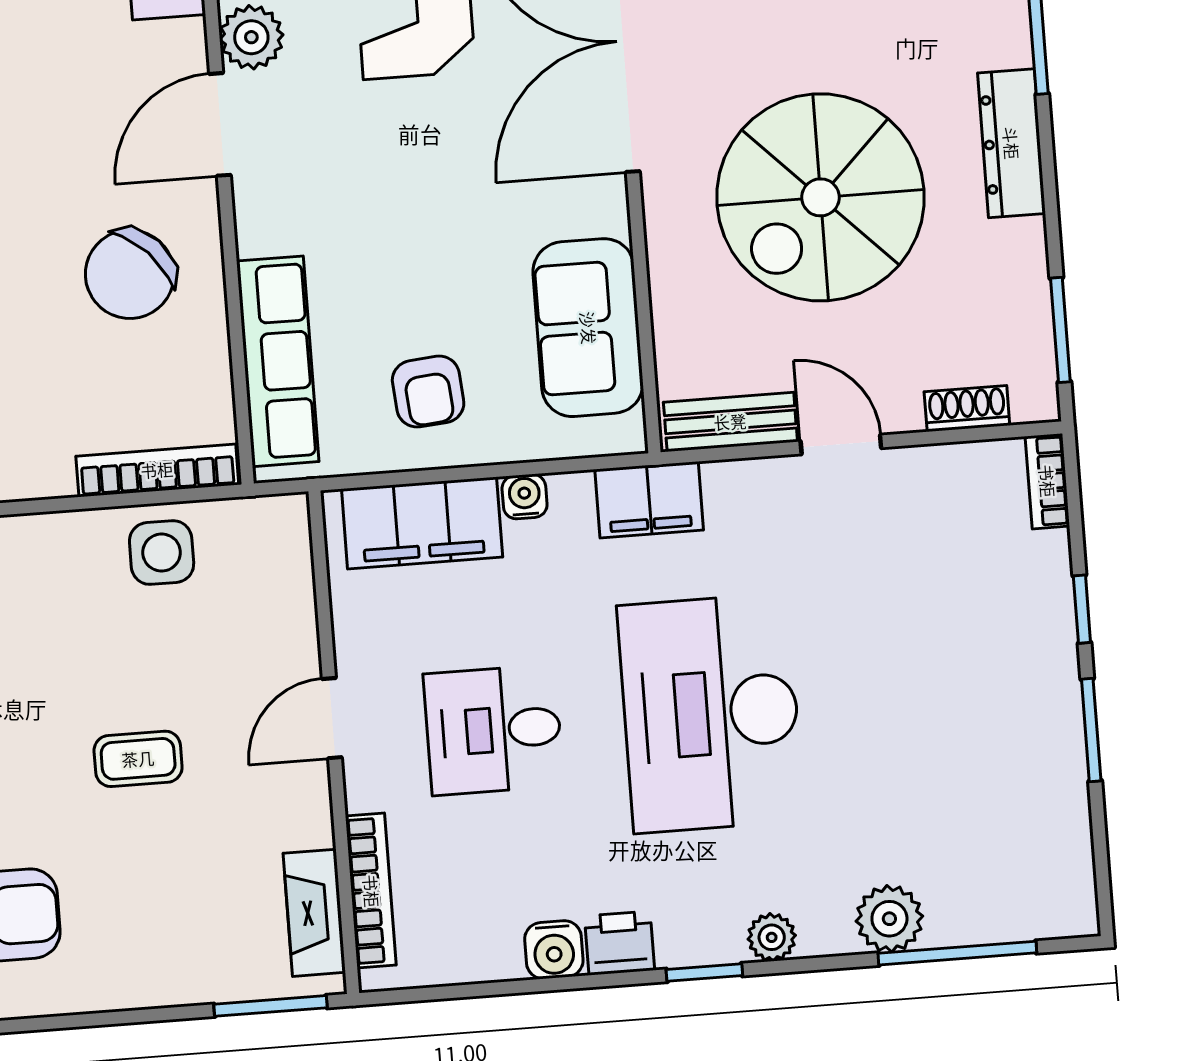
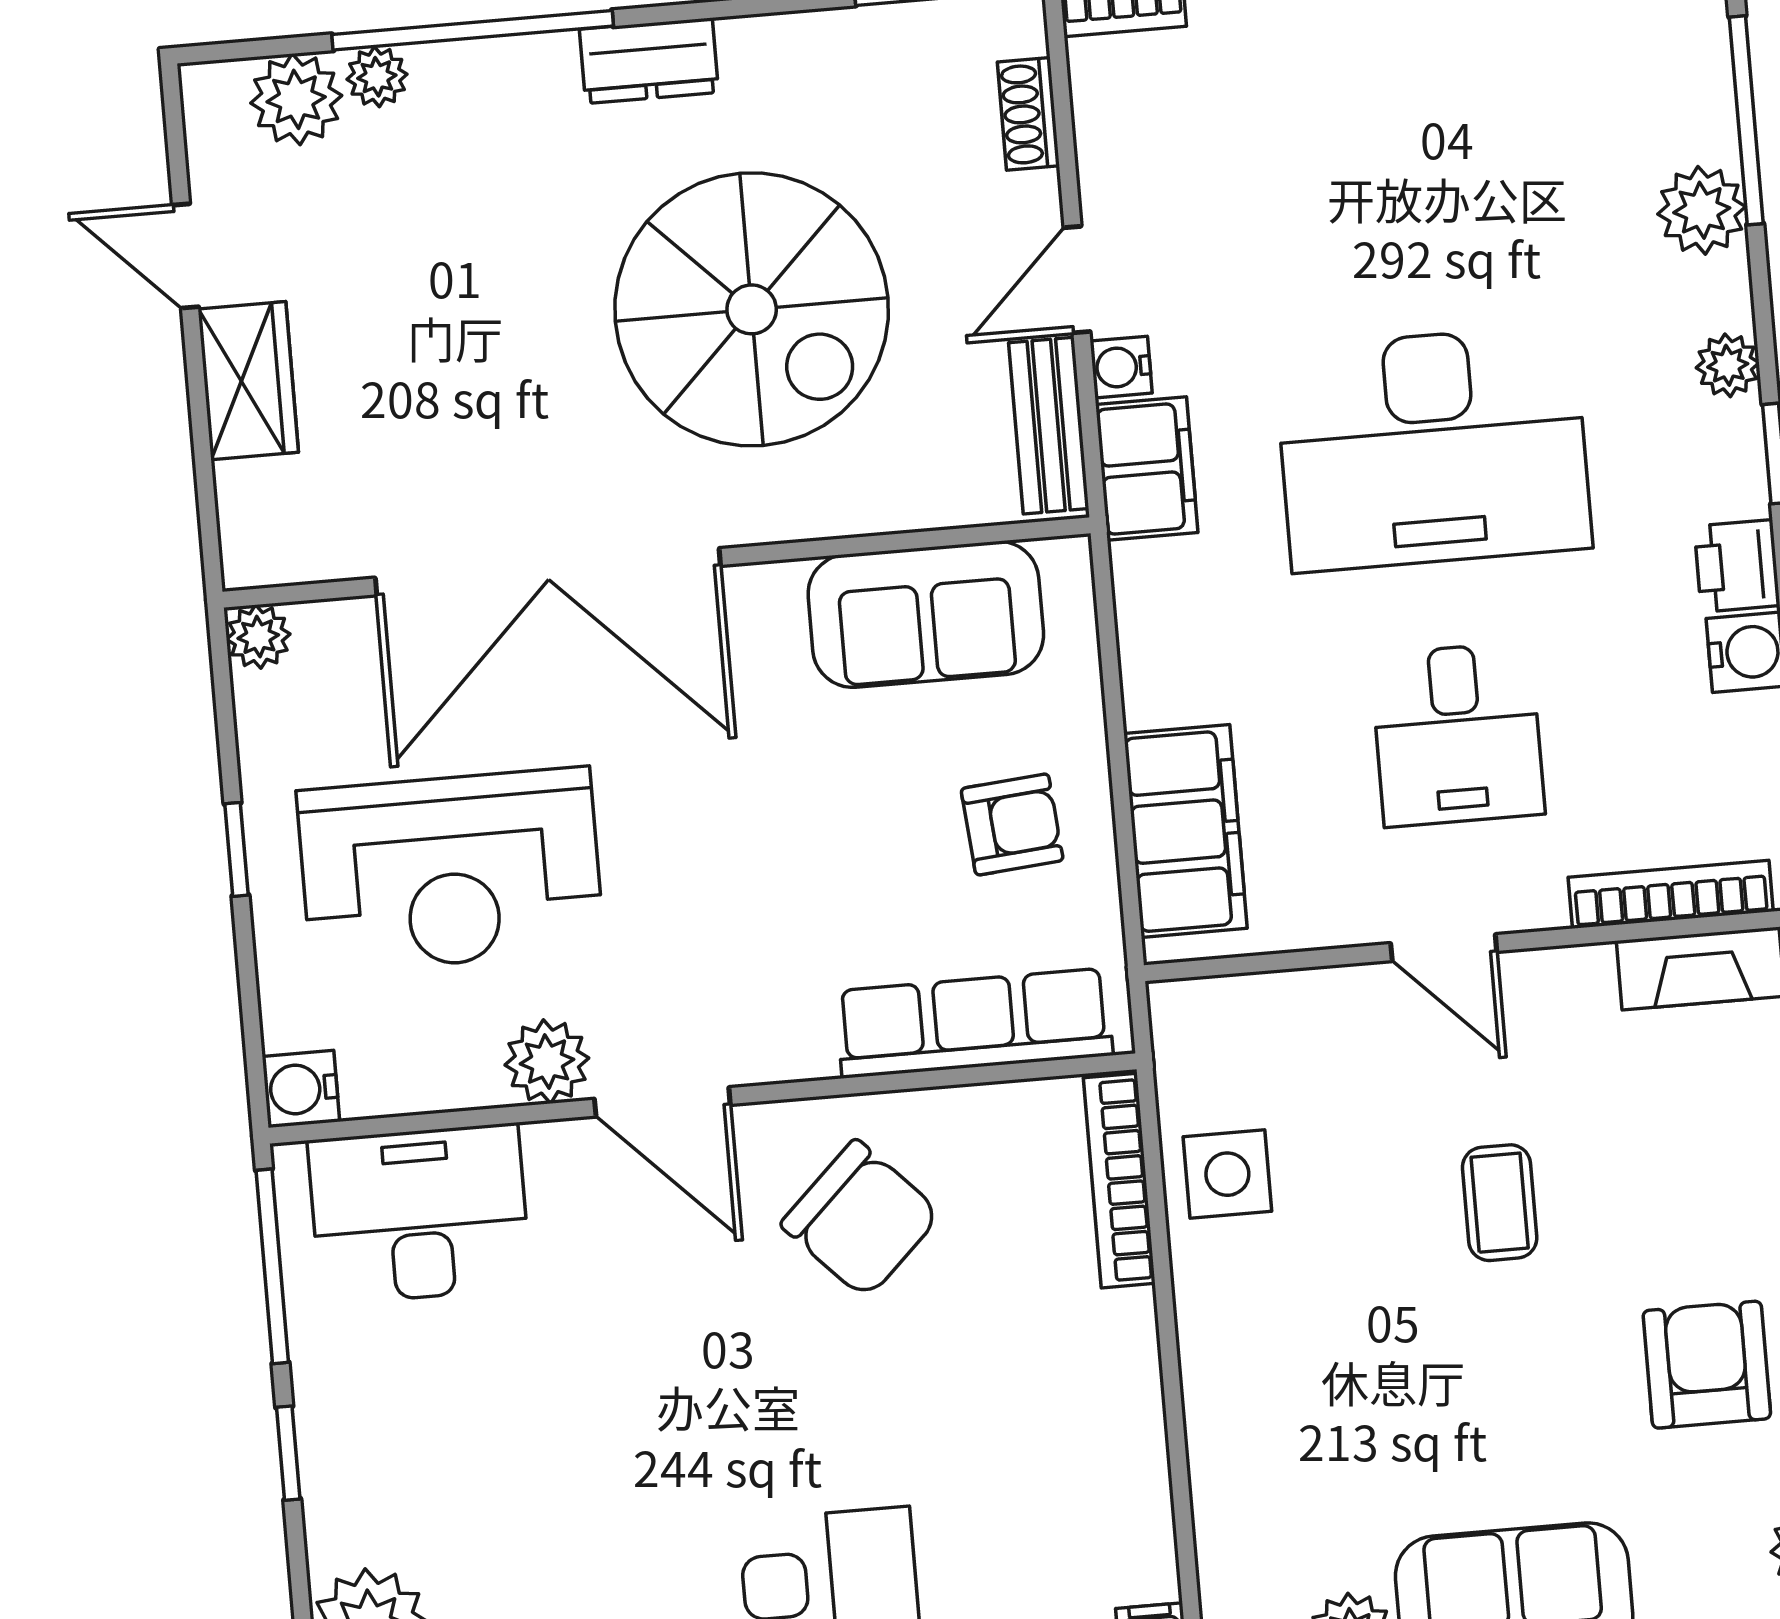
dresser: (1011, 143) -> (649, 61), width x0.70
water cooler: (525, 497) -> (1121, 367), moved
filing cabinet: (649, 500) -> (1147, 468), moved

